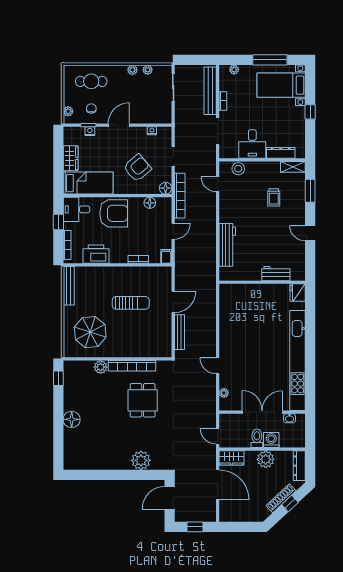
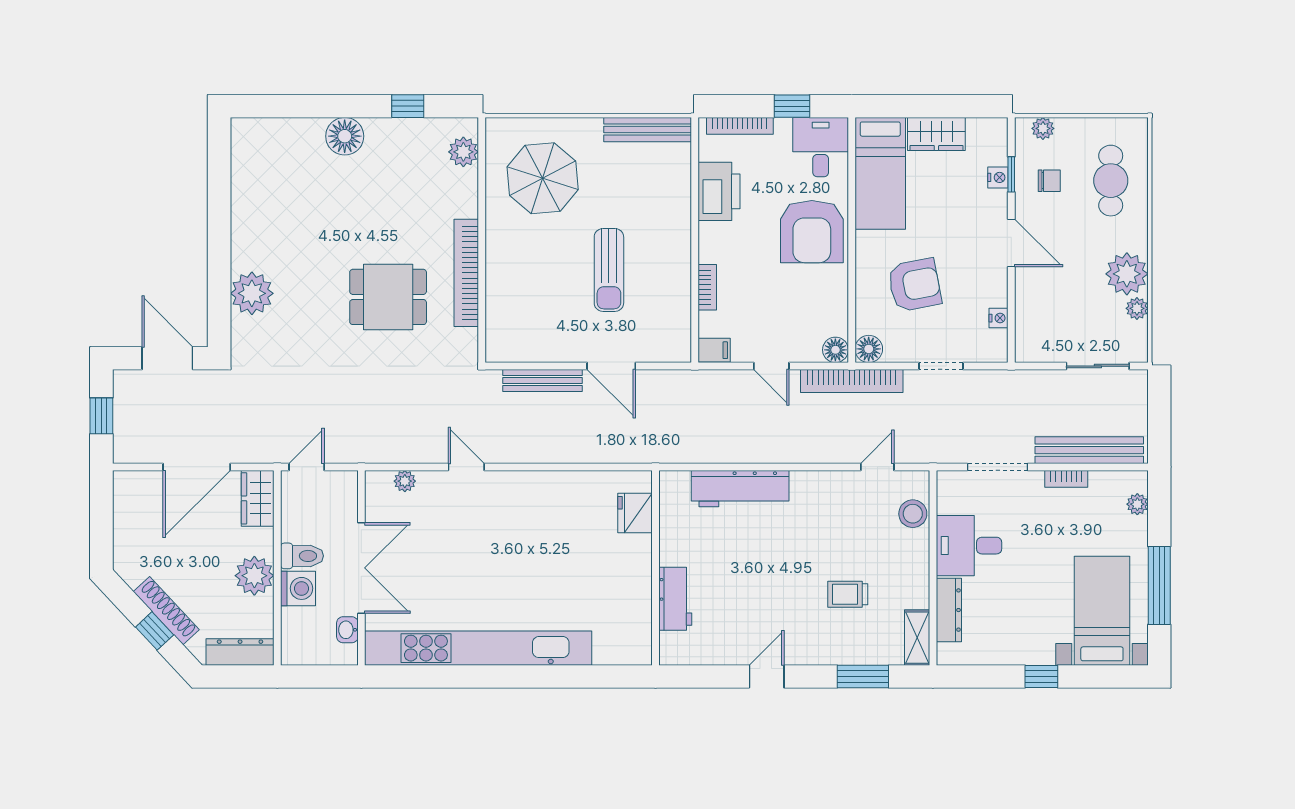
plant: (132, 70) -> (1127, 274), width x1.87, depth x1.87
armchair: (137, 168) -> (915, 285), turned -61
floor lamp: (150, 203) -> (835, 350), moved
fridge: (298, 293) -> (635, 513), moved, turned -90
door: (218, 366) -> (466, 467), hinge flipped
plant: (101, 367) -> (463, 152), moved
window: (58, 378) -> (408, 106), moved

